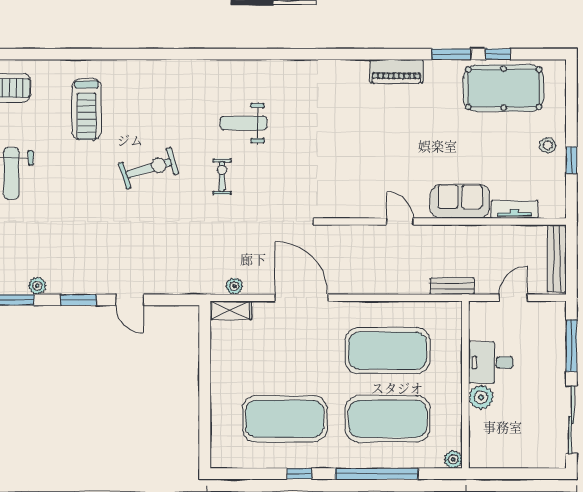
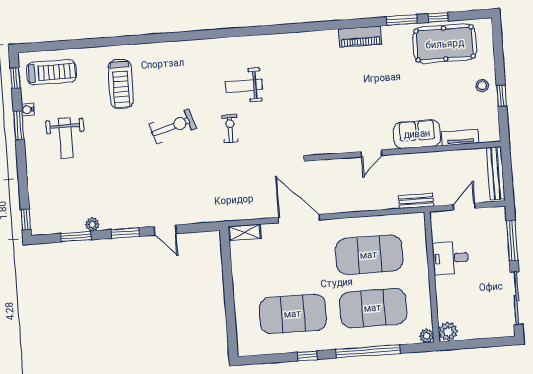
door: (400, 222) -> (371, 153), swing flipped
plant: (234, 286) -> (246, 213), removed
plant: (481, 397) -> (448, 332), moved

